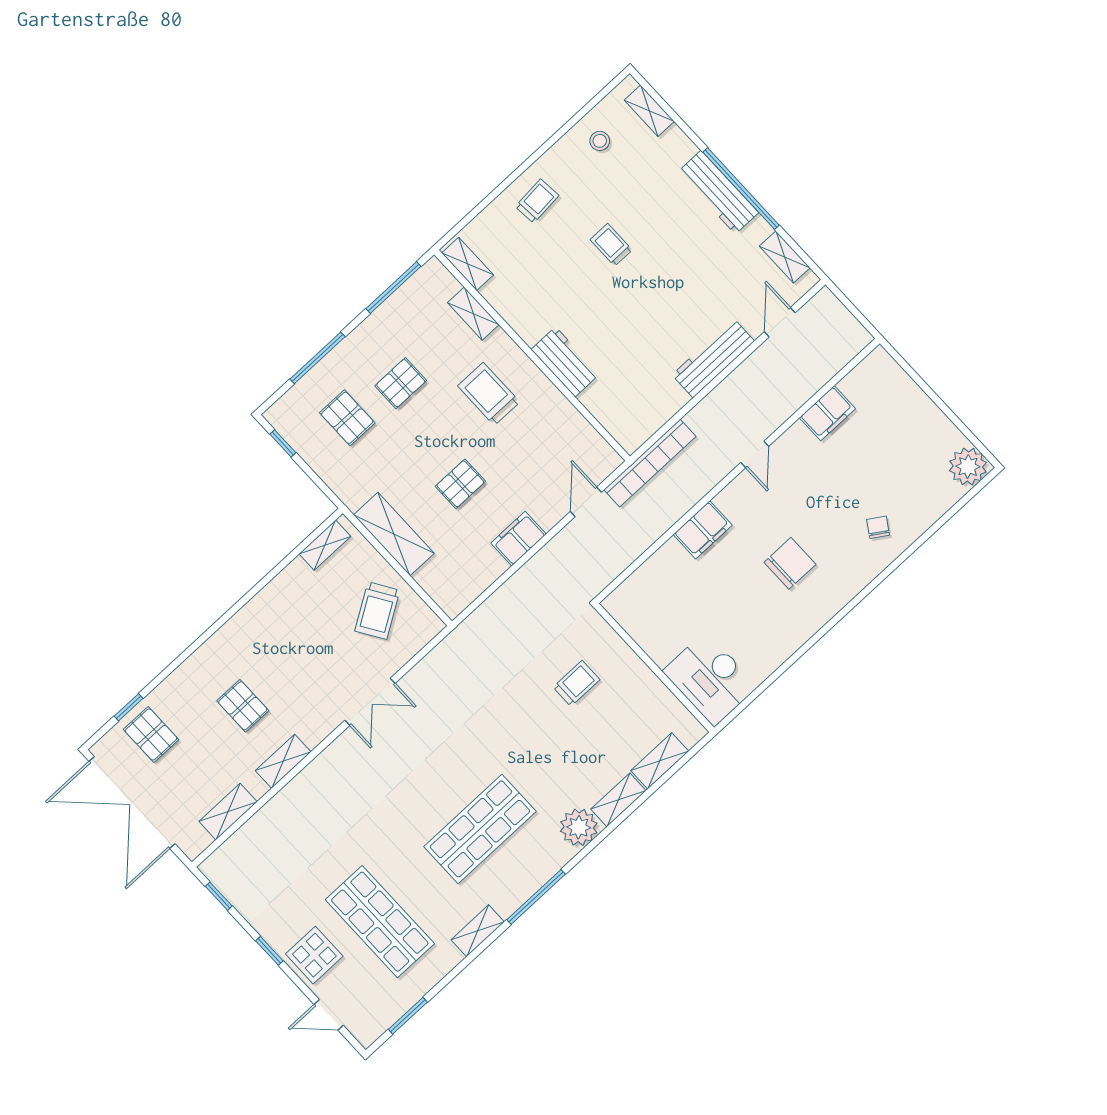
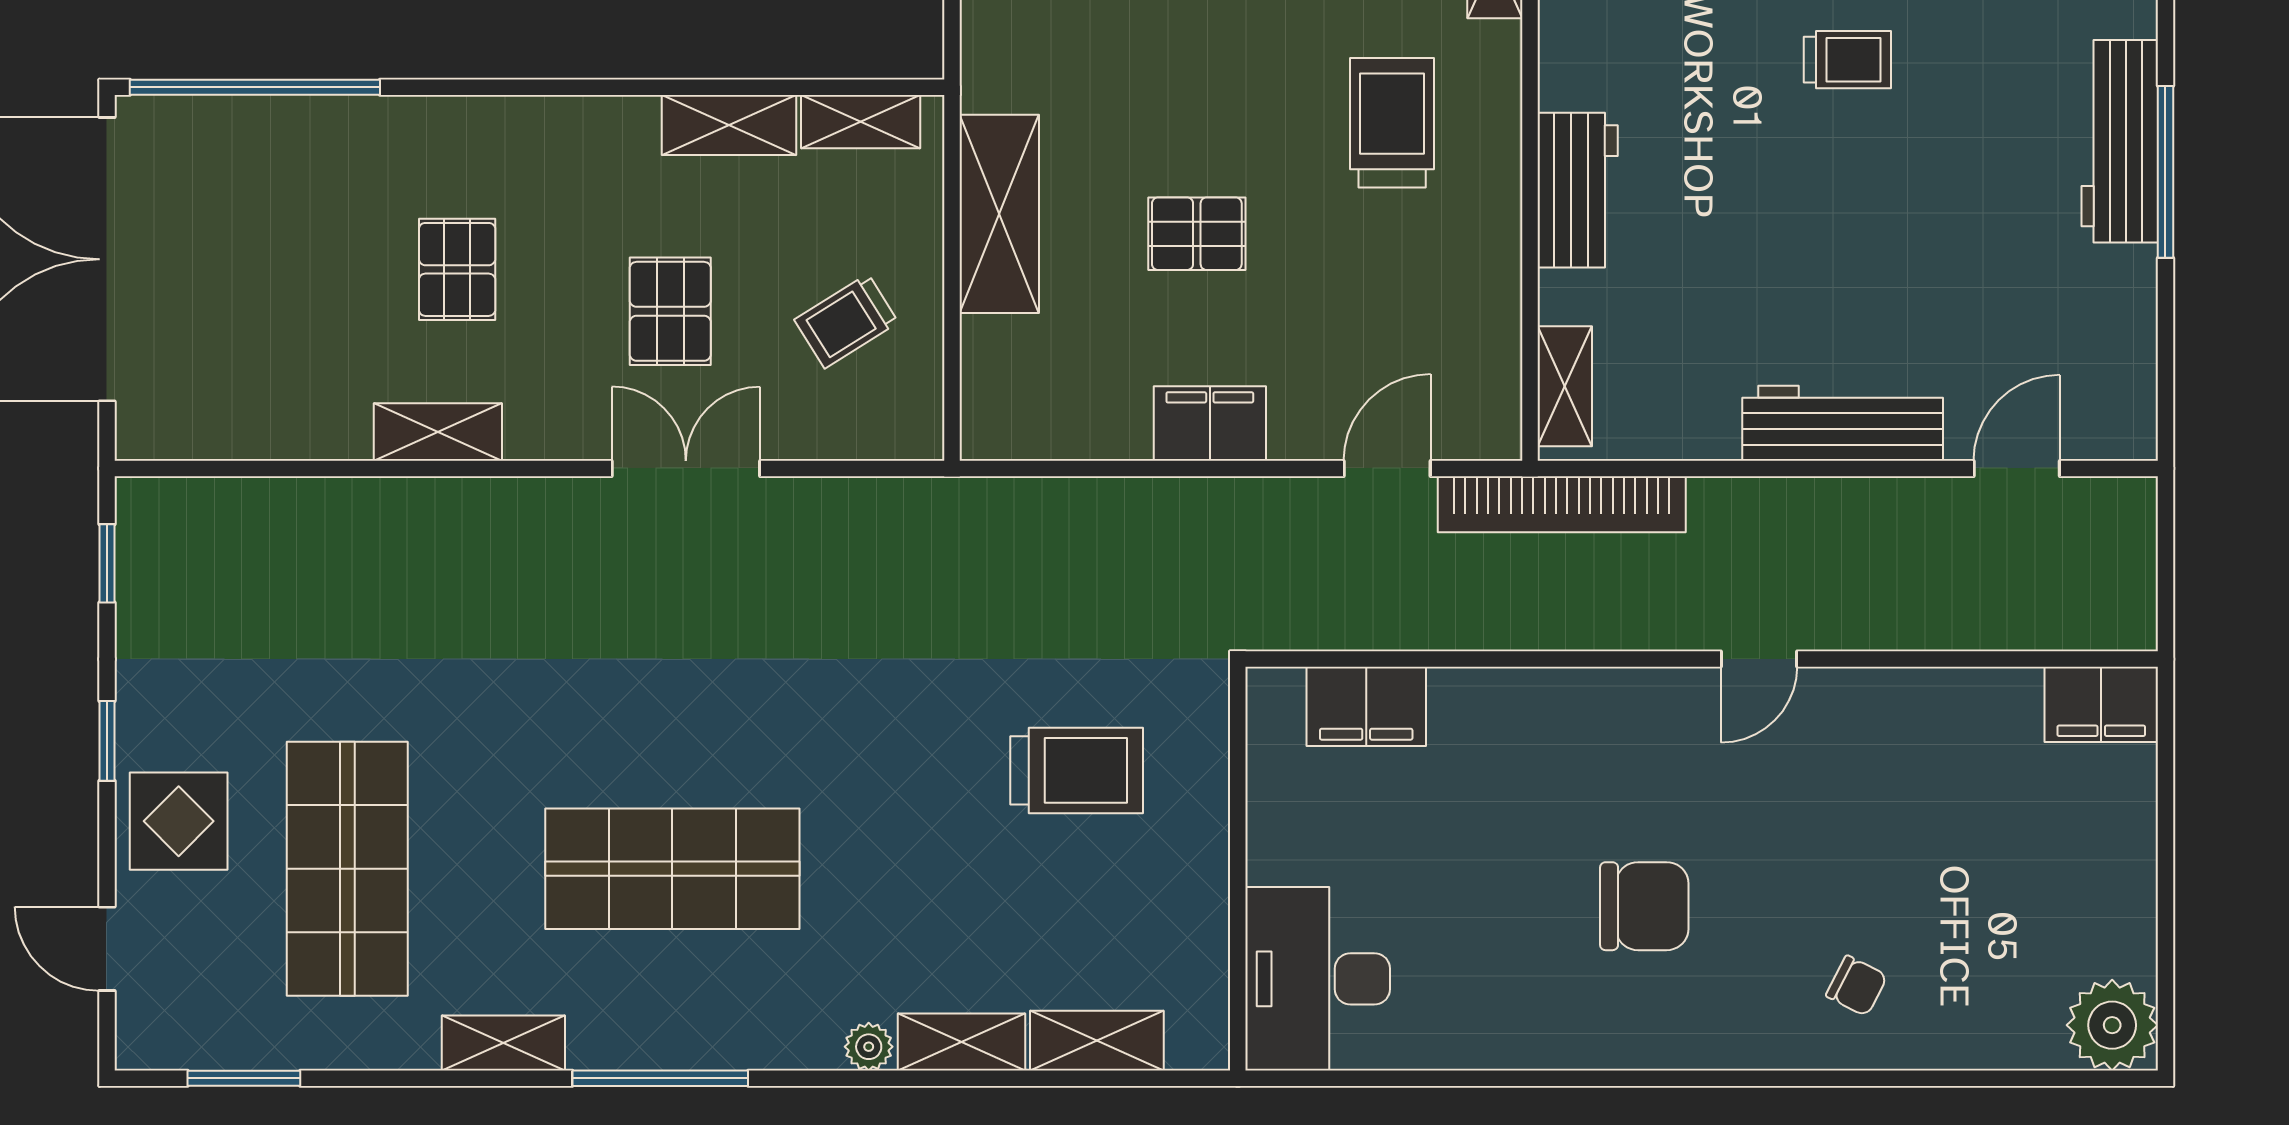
window: (741, 189) -> (2165, 172), width x0.68
trolley: (611, 245) -> (1847, 60), turned 90
shelving: (785, 257) -> (1565, 386), moved
filing cabinet: (827, 413) -> (2101, 704), moved
chair: (878, 527) -> (1857, 986), turned 84
filing cabinet: (703, 530) -> (1366, 706), moved
trolley: (377, 611) -> (846, 321), width x0.73, depth x0.72
trolley: (576, 683) -> (1077, 770), width x1.36, depth x1.39
double door: (370, 702) -> (686, 468), swing flipped
window: (129, 707) -> (255, 87), width x3.17
pallet: (151, 734) -> (670, 311), moved
shelving: (228, 812) -> (729, 125), moved
plant: (579, 827) -> (869, 1047), width x0.53, depth x0.53

